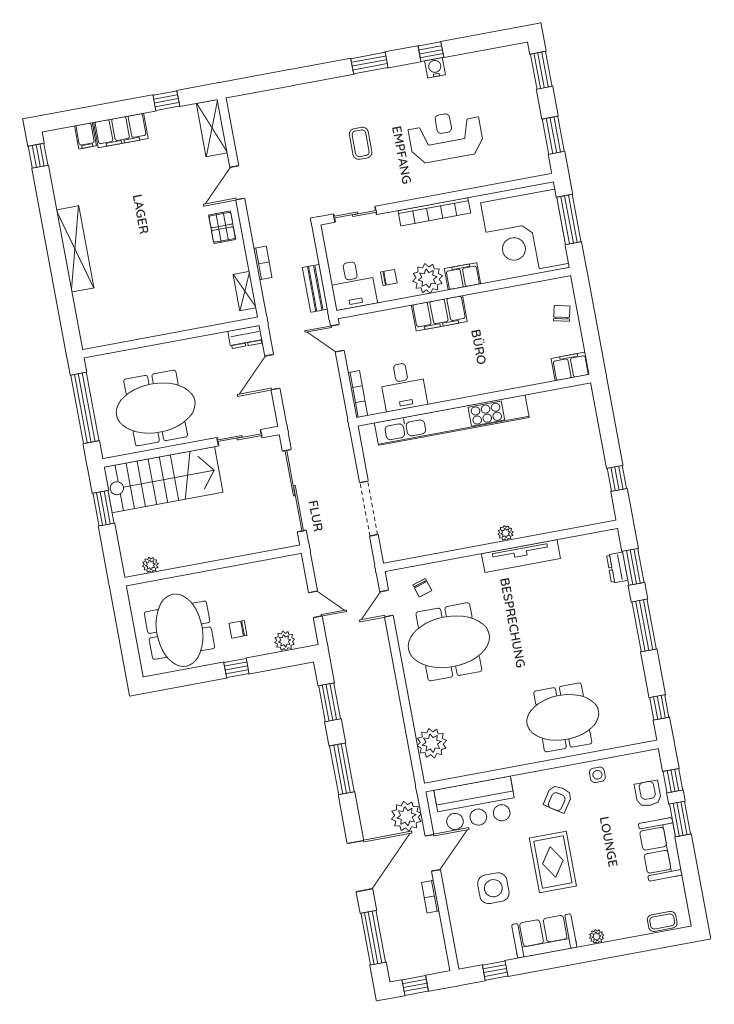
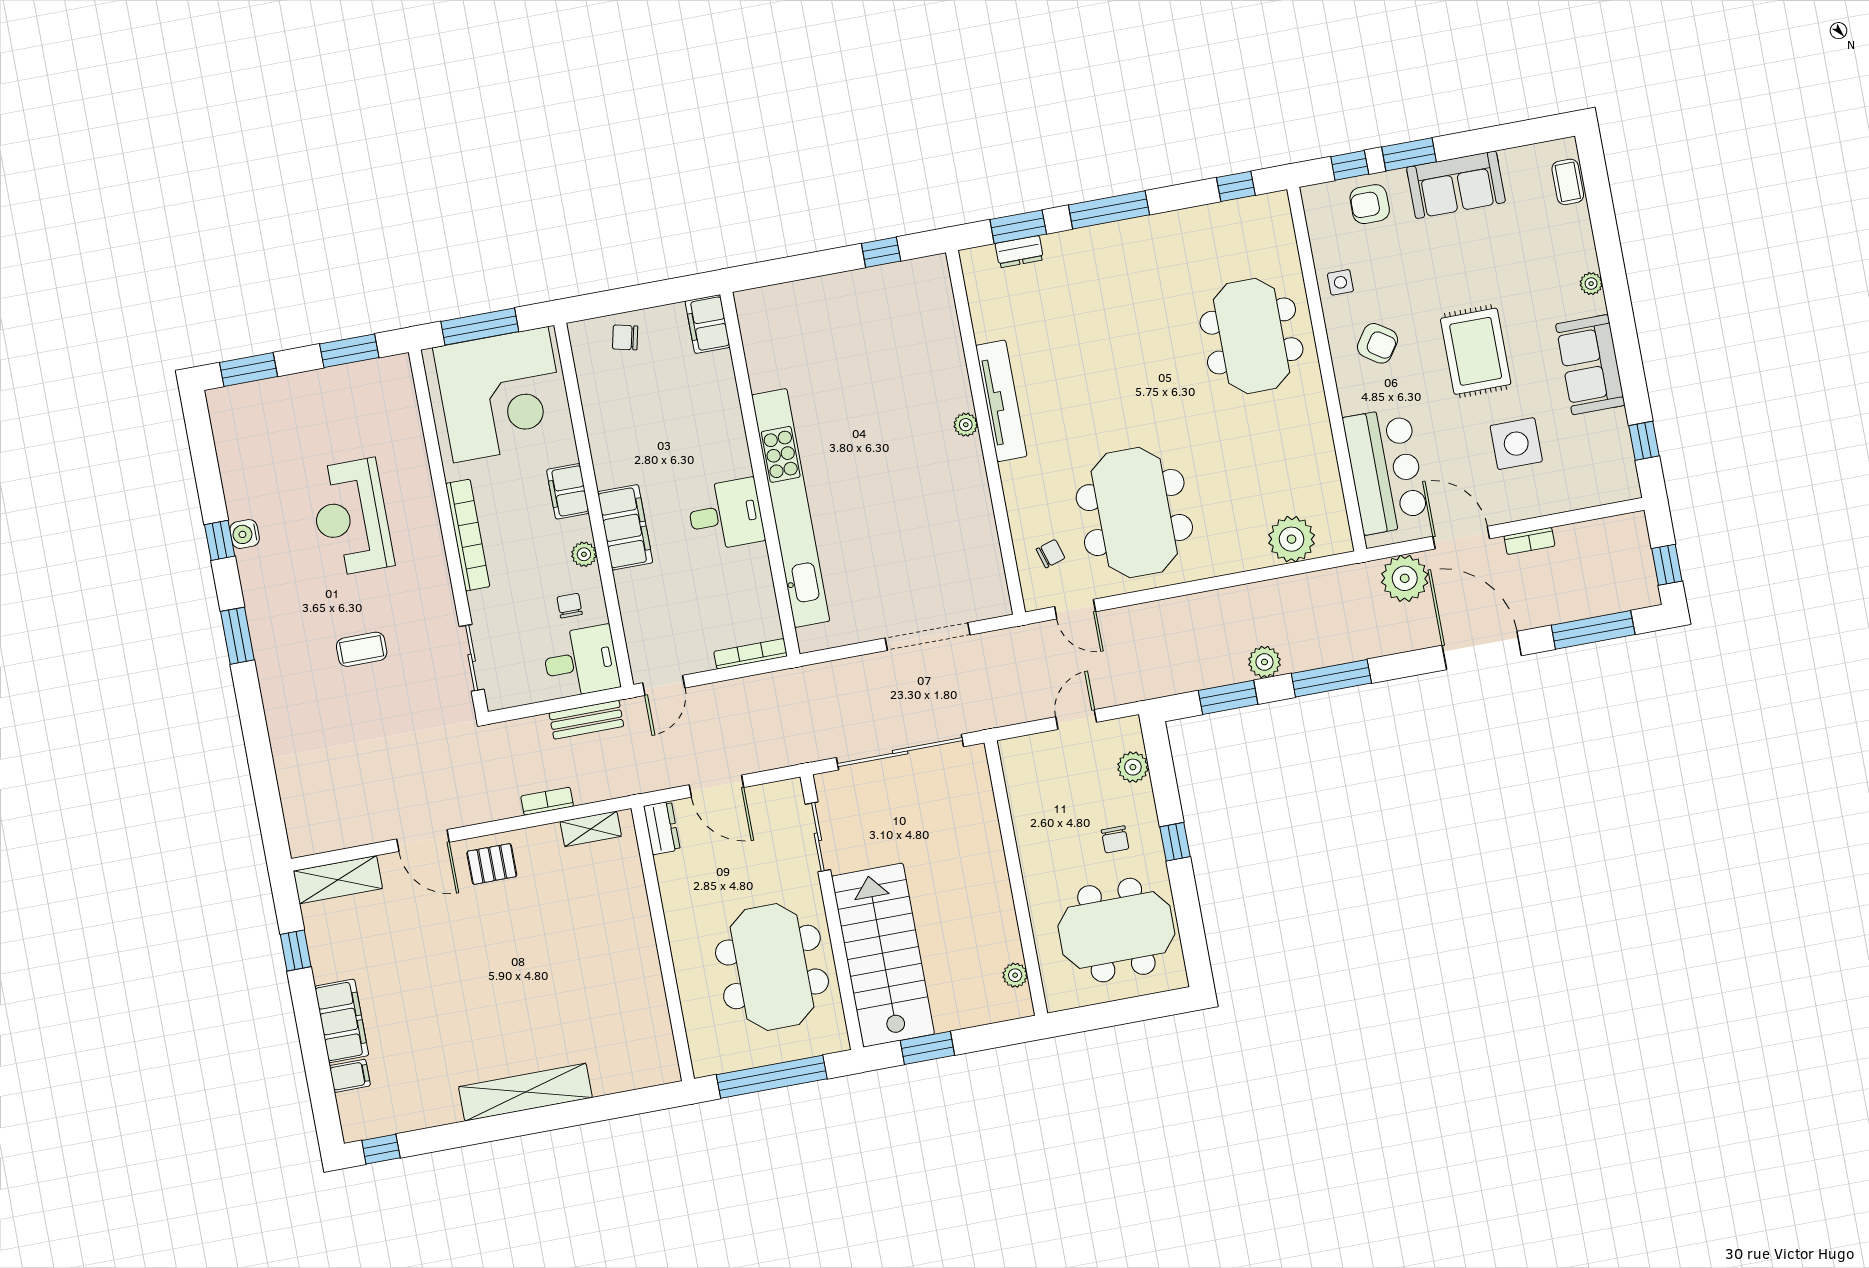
plant: (428, 278) -> (584, 554), width x0.53, depth x0.53
desk: (403, 386) -> (726, 515), moved
plant: (352, 726) -> (1264, 662), added
rug: (553, 862) -> (1476, 351), turned 90

